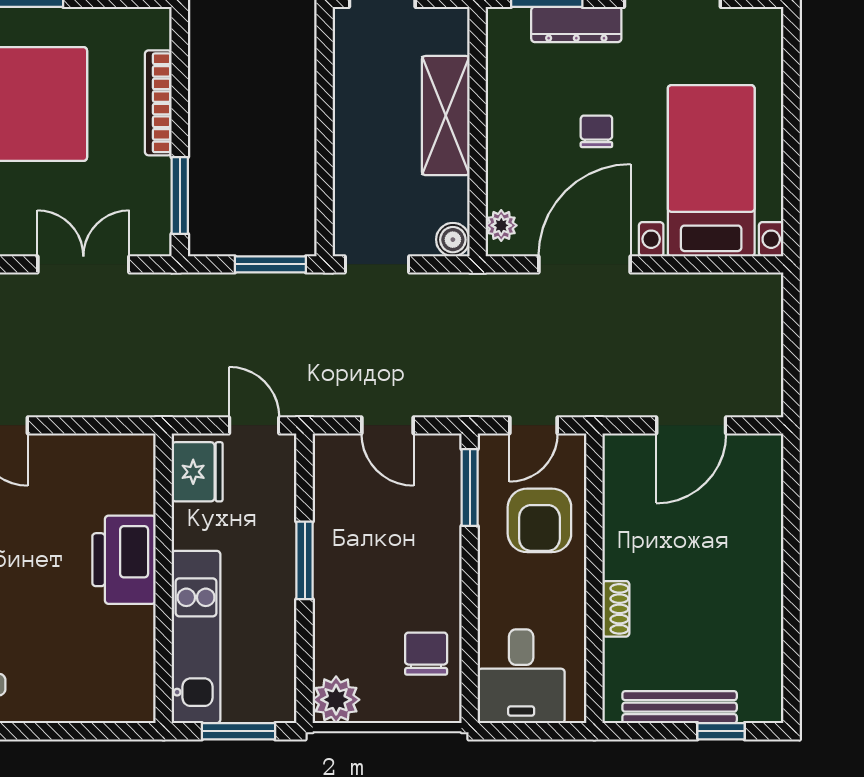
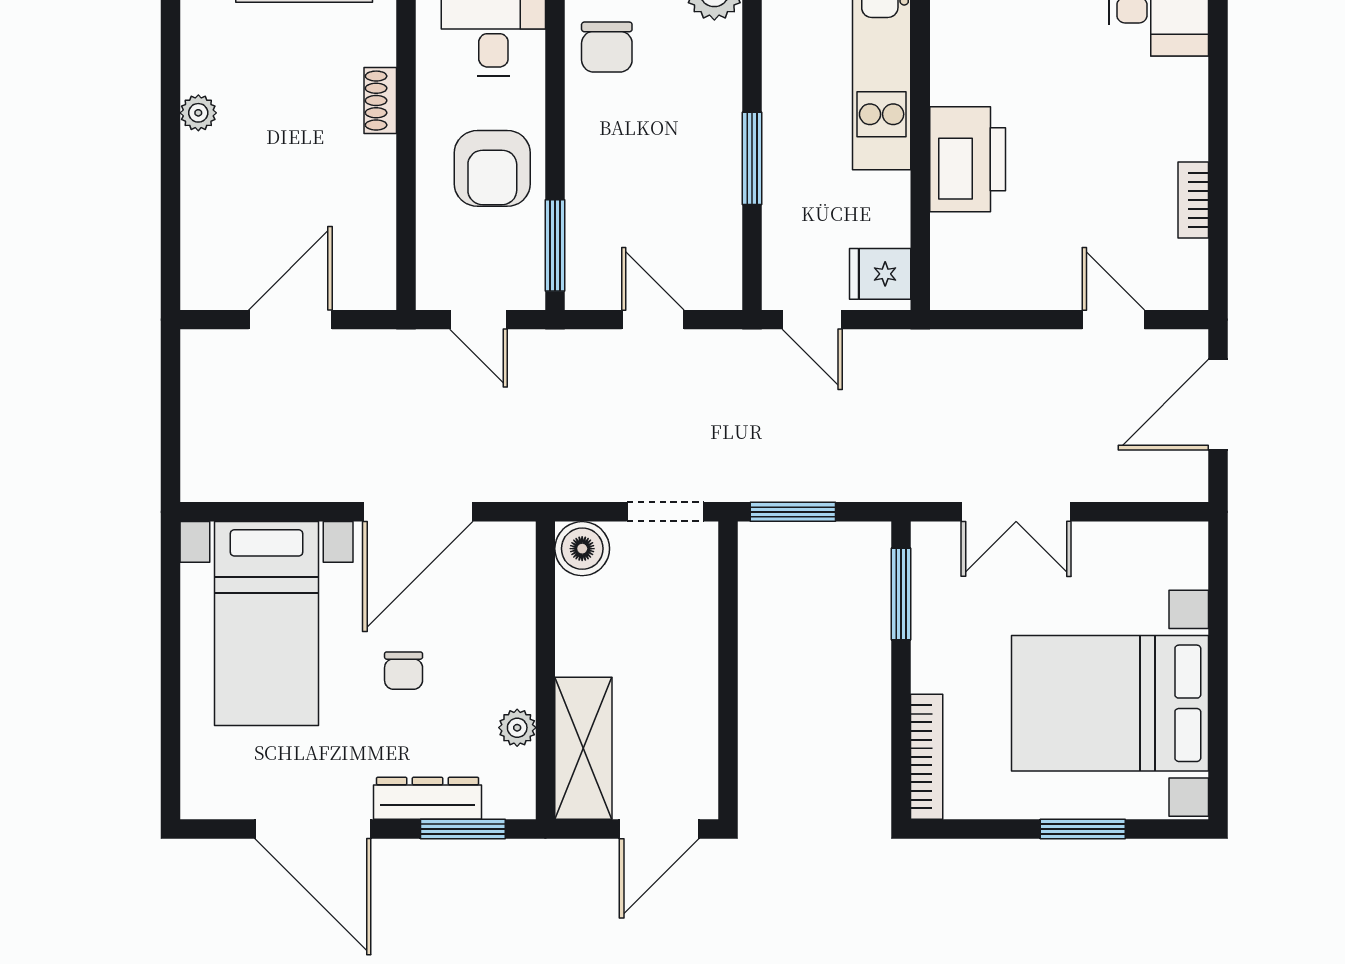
bookcase: (158, 103) -> (927, 757), moved
shelving: (446, 116) -> (583, 748), moved
plant: (501, 225) -> (517, 728), moved
boiler: (453, 240) -> (582, 549), width x1.36, depth x1.36
door: (534, 425) -> (479, 320), swing flipped
fridge: (197, 472) -> (880, 274), width x0.72
armchair: (539, 520) -> (492, 168), moved, turned 180
plant: (768, 599) -> (198, 113), added

